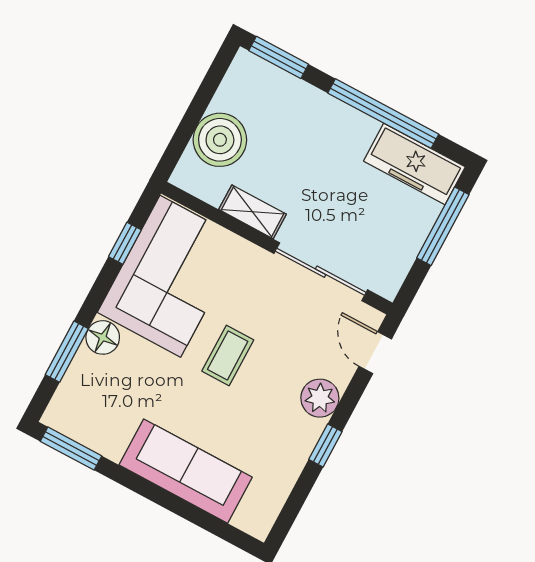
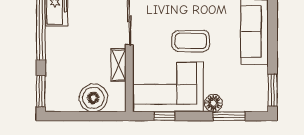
coffee table: (228, 355) -> (191, 41), width x1.36, depth x1.30

